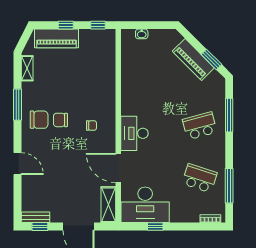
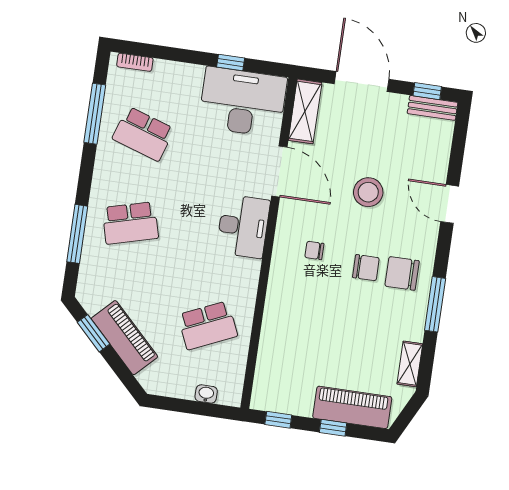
school desk: (147, 73) -> (208, 325), added
stool: (65, 164) -> (368, 192), added

